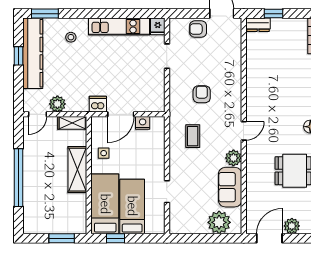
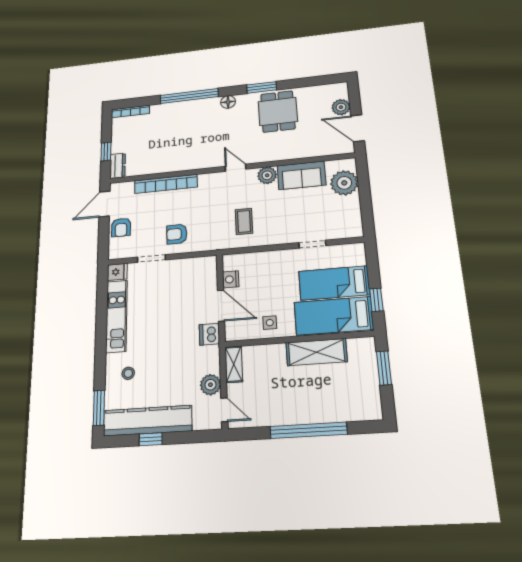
bookcase: (235, 69) -> (166, 184), added
armchair: (202, 94) -> (177, 234), moved
coffee table: (193, 136) -> (244, 221), turned 90
shelving: (77, 170) -> (316, 352), moved

